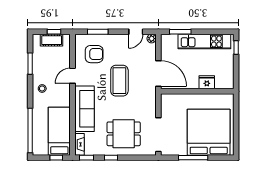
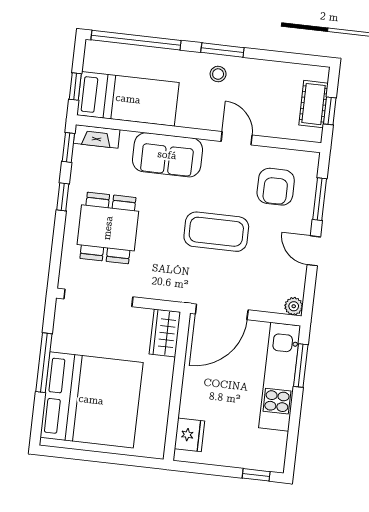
door: (136, 32) -> (314, 251), moved
kitchen unit: (204, 41) -> (280, 377), moved
window: (30, 64) -> (222, 50), moved
fridge: (207, 82) -> (189, 435), moved
wardrobe: (172, 100) -> (165, 333), added
sofa: (85, 109) -> (167, 155), width x0.73

